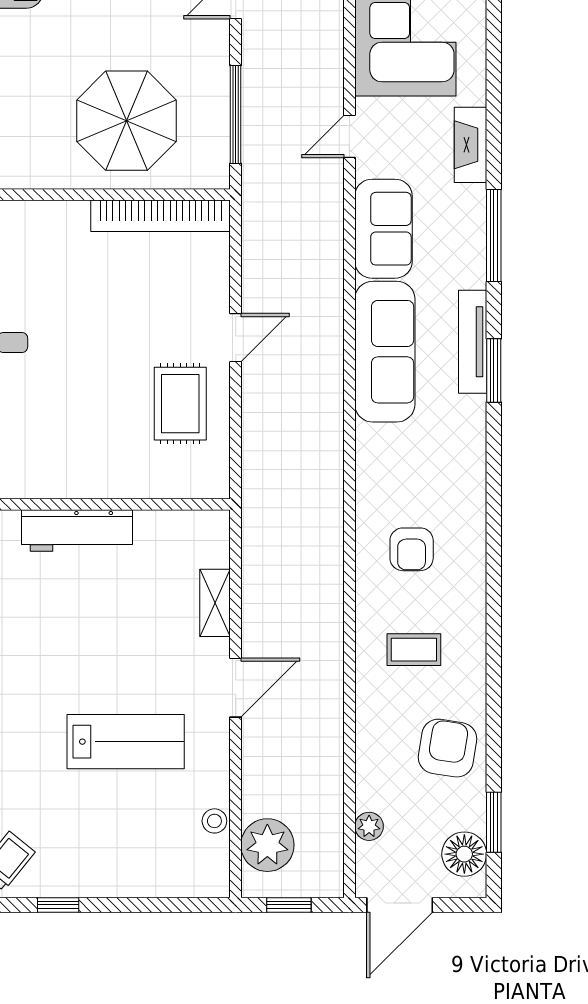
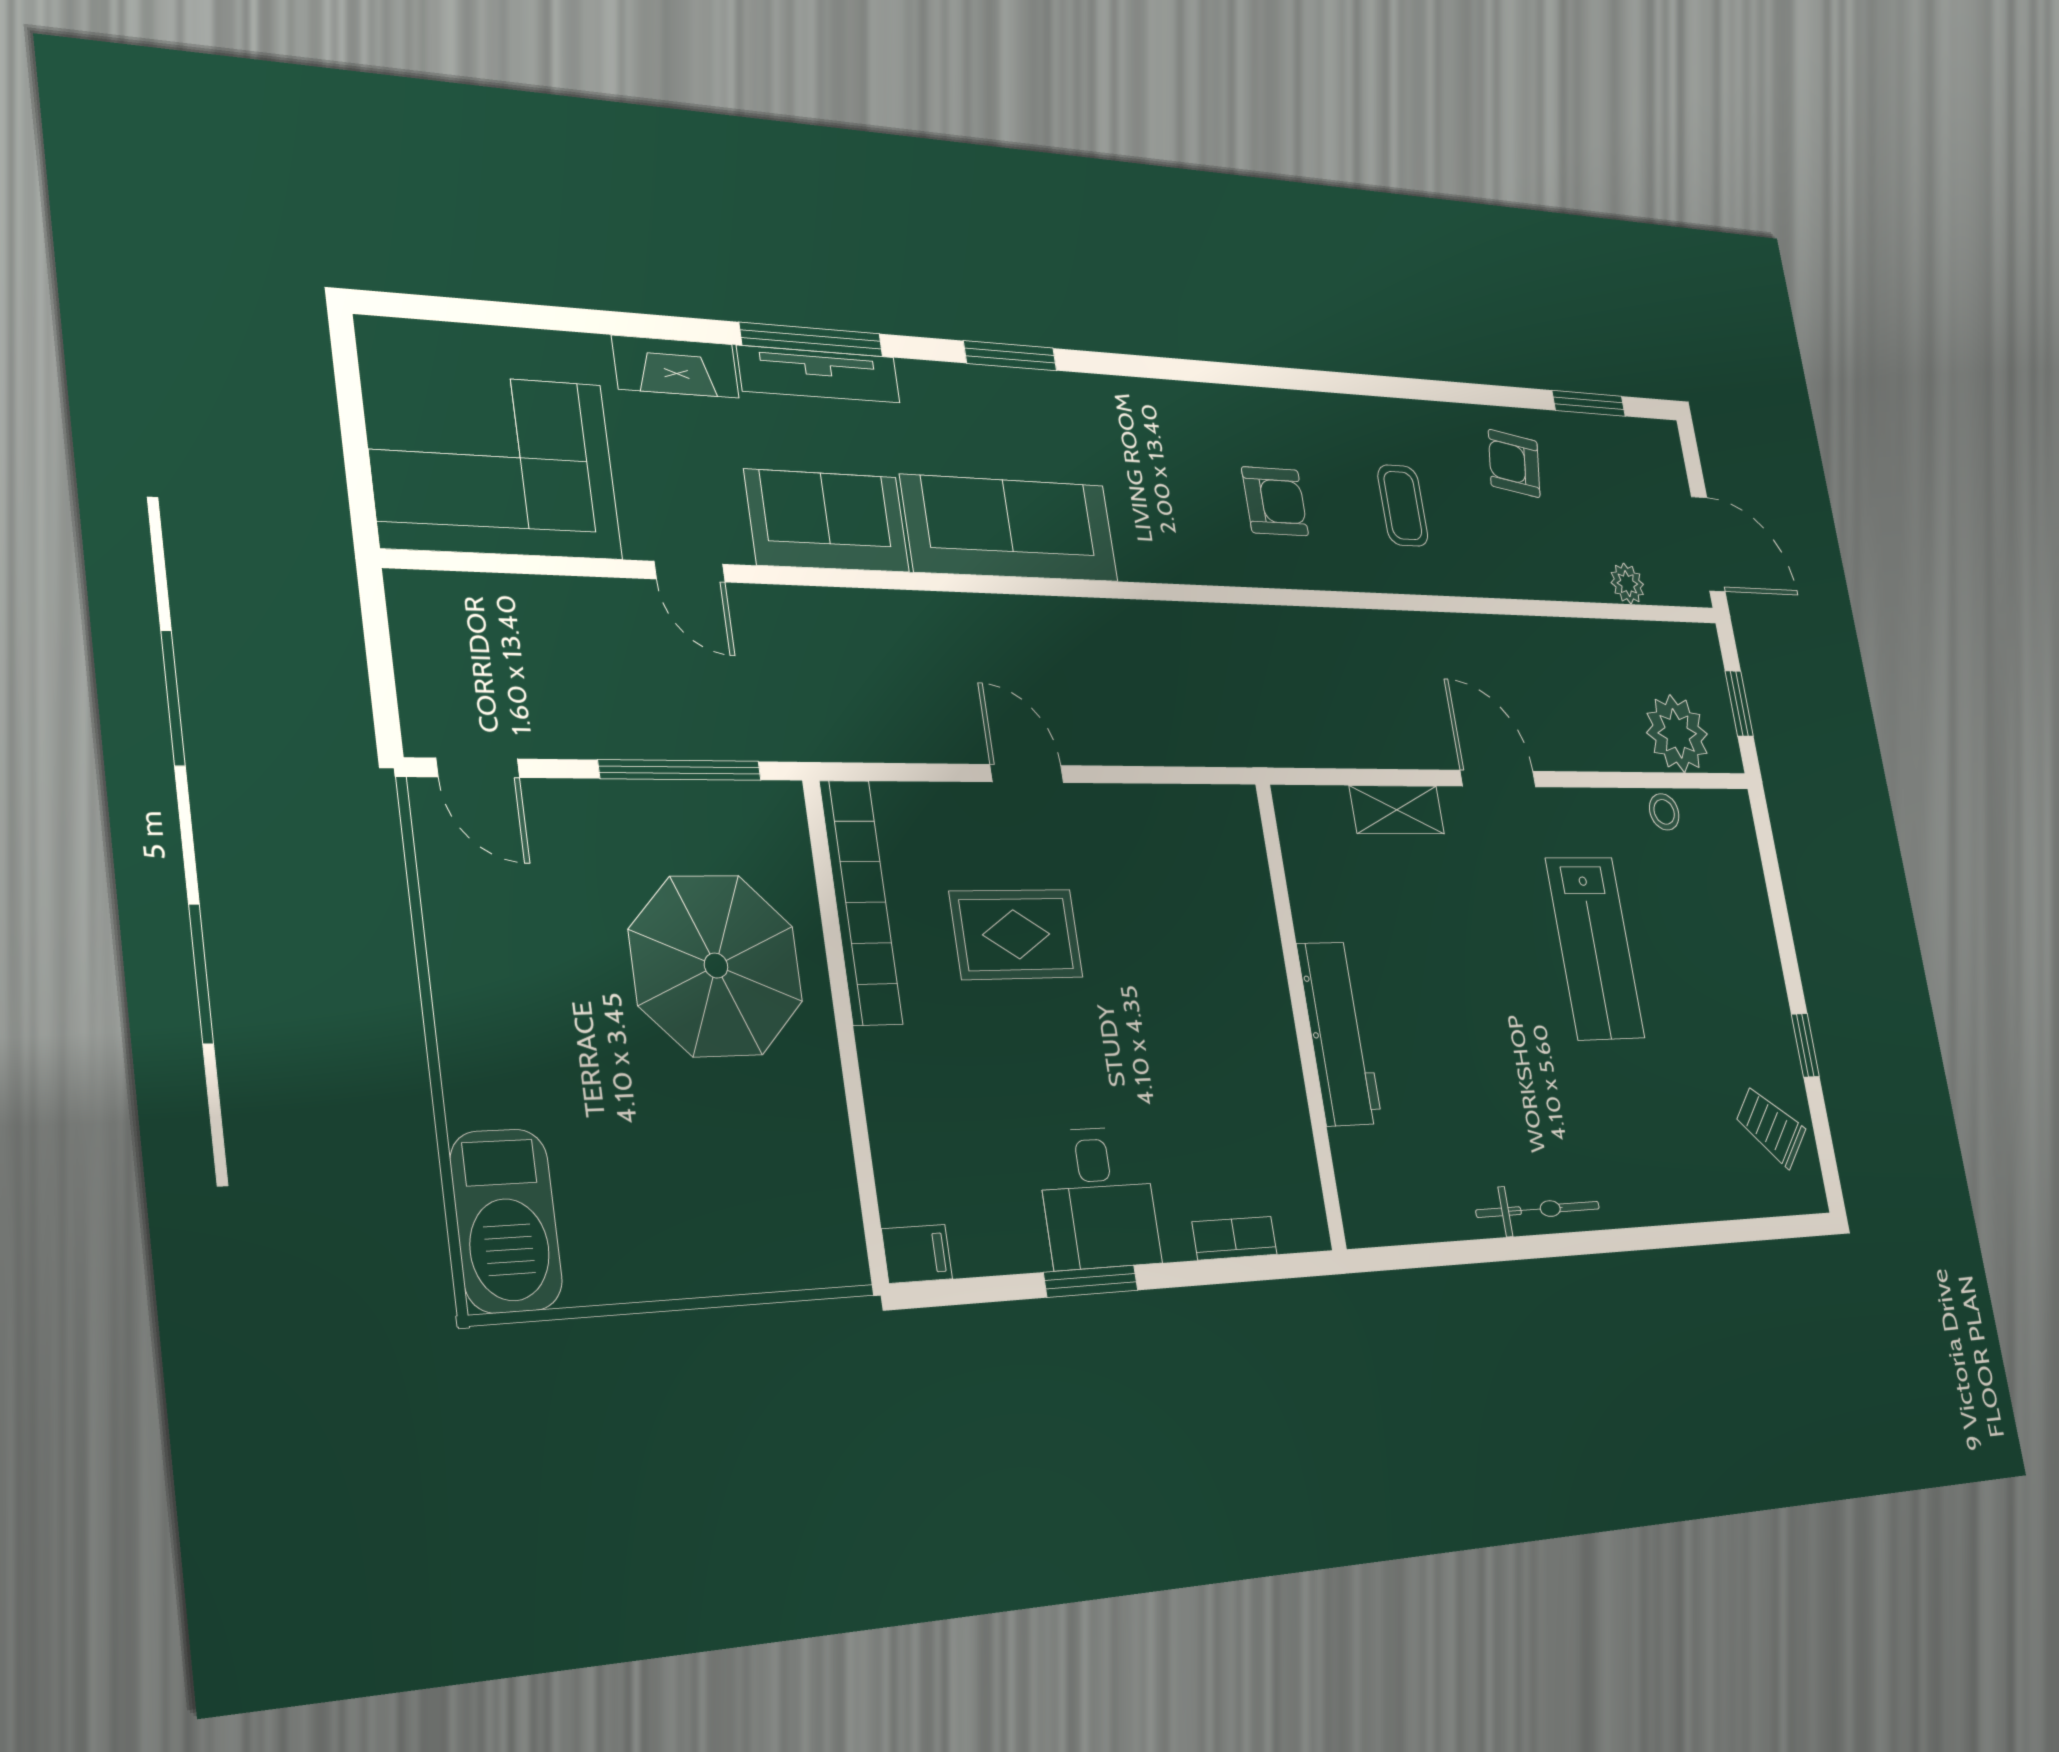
tv unit: (473, 342) -> (819, 374), moved
rug: (180, 404) -> (1016, 934), moved
lab bench: (126, 742) -> (1595, 948), turned 180
armchair: (448, 748) -> (1514, 463), width x0.72, depth x0.72
floor lamp: (464, 854) -> (1633, 448), removed

